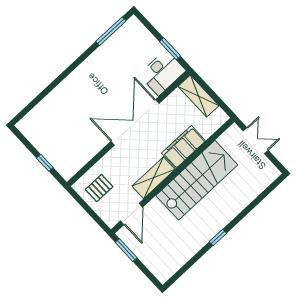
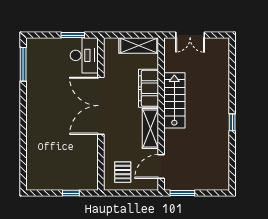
shelving: (199, 96) -> (139, 46), moved
double door: (256, 141) -> (190, 35), swing flipped
stairs: (197, 180) -> (174, 100), width x0.73, depth x0.66
door: (132, 214) -> (161, 166), swing flipped

